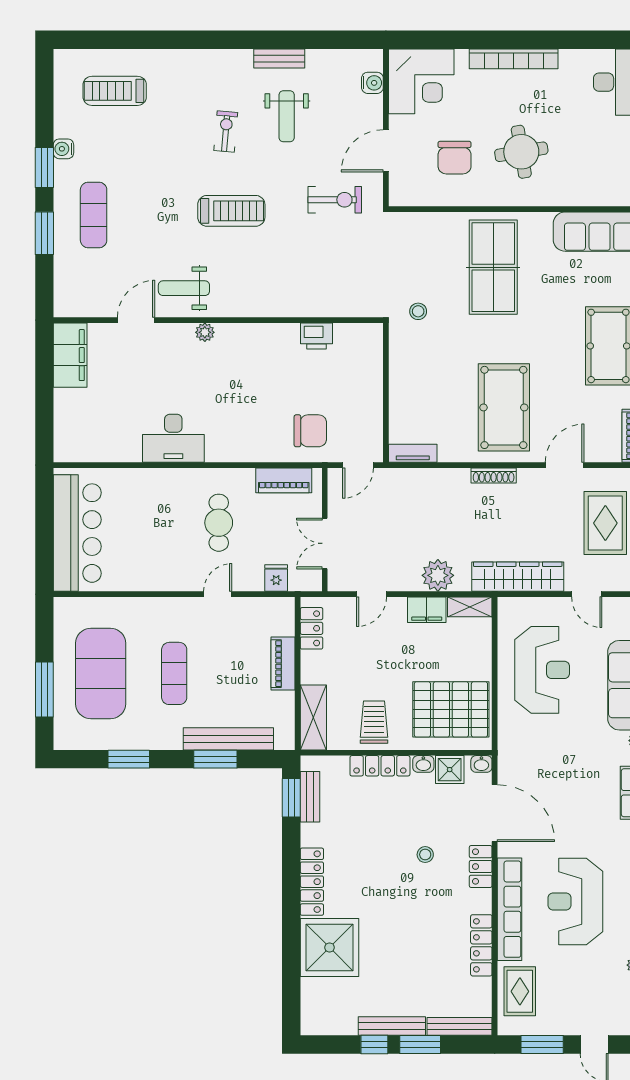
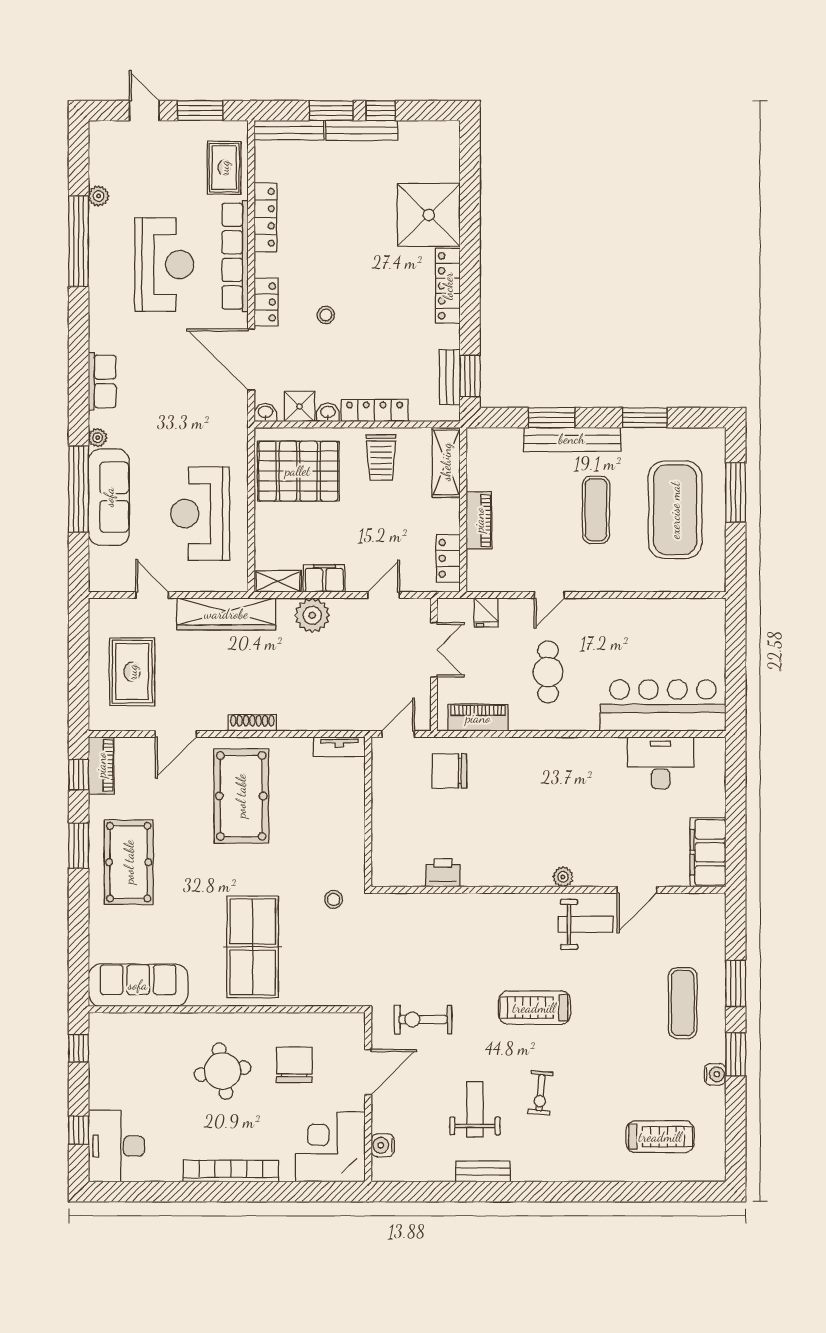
desk: (173, 438) -> (661, 763), moved
bar counter: (77, 533) -> (663, 705), moved, turned 90
bench: (228, 739) -> (572, 439), moved

